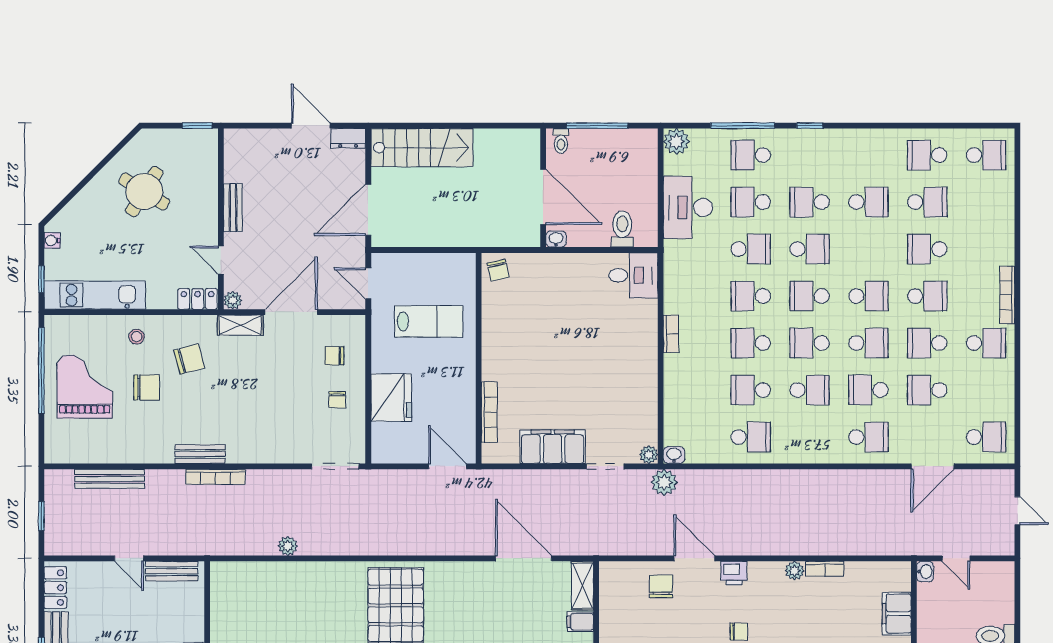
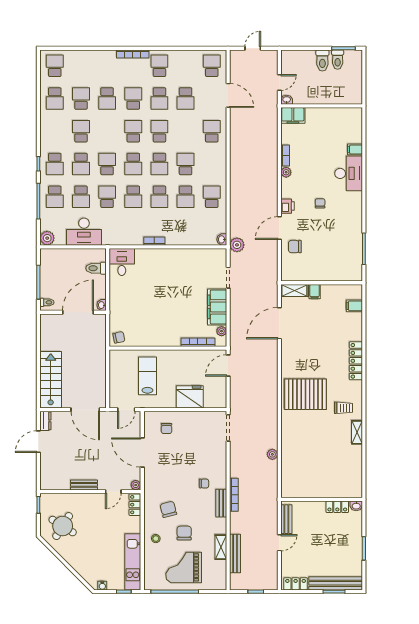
round table: (144, 192) -> (63, 526), moved
shelving: (240, 325) -> (221, 547), moved
school desk: (868, 390) -> (55, 164), moved
chair: (337, 400) -> (204, 483), moved
plant: (649, 455) -> (222, 331), moved
filing cabinet: (897, 614) -> (293, 115), moved

